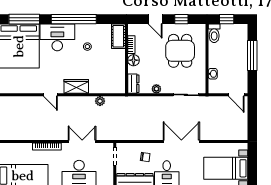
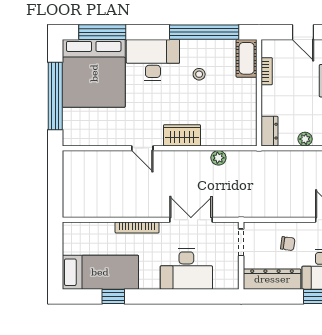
window: (74, 19) -> (204, 32), moved
floor lamp: (134, 60) -> (270, 95), removed

